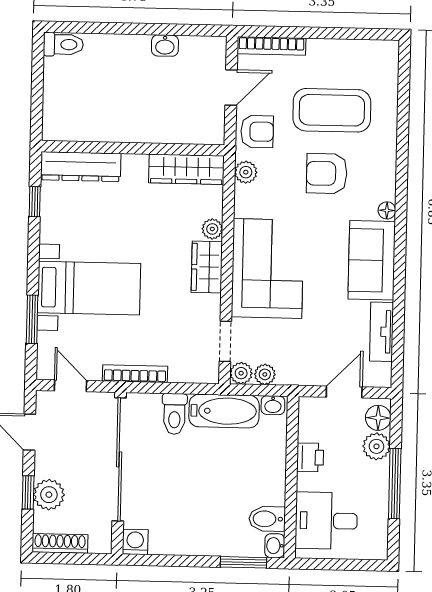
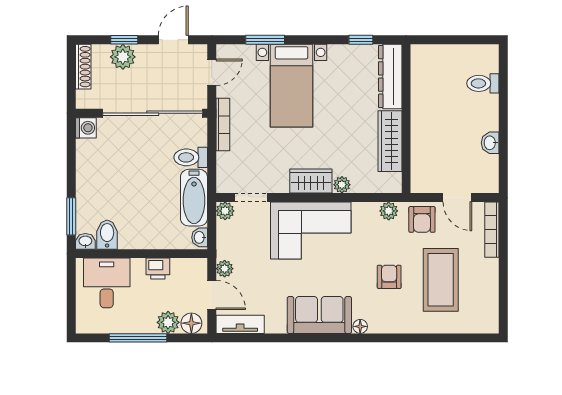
toilet: (63, 44) -> (483, 83), moved, turned 90
wardrobe: (186, 169) -> (390, 141), moved
armchair: (327, 174) -> (389, 277), width x0.72, depth x0.72
tv unit: (382, 332) -> (240, 324), moved
plant: (265, 374) -> (225, 269), moved

